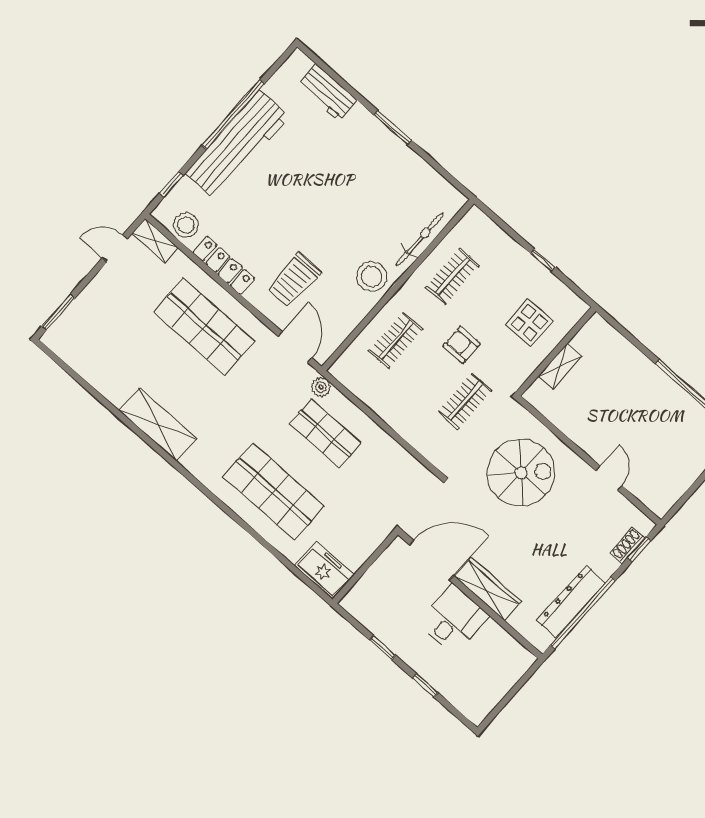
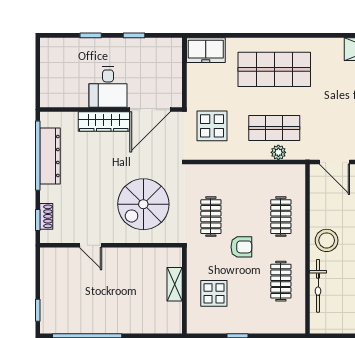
plant: (321, 387) -> (278, 152), moved
display table: (385, 490) -> (212, 126), added

